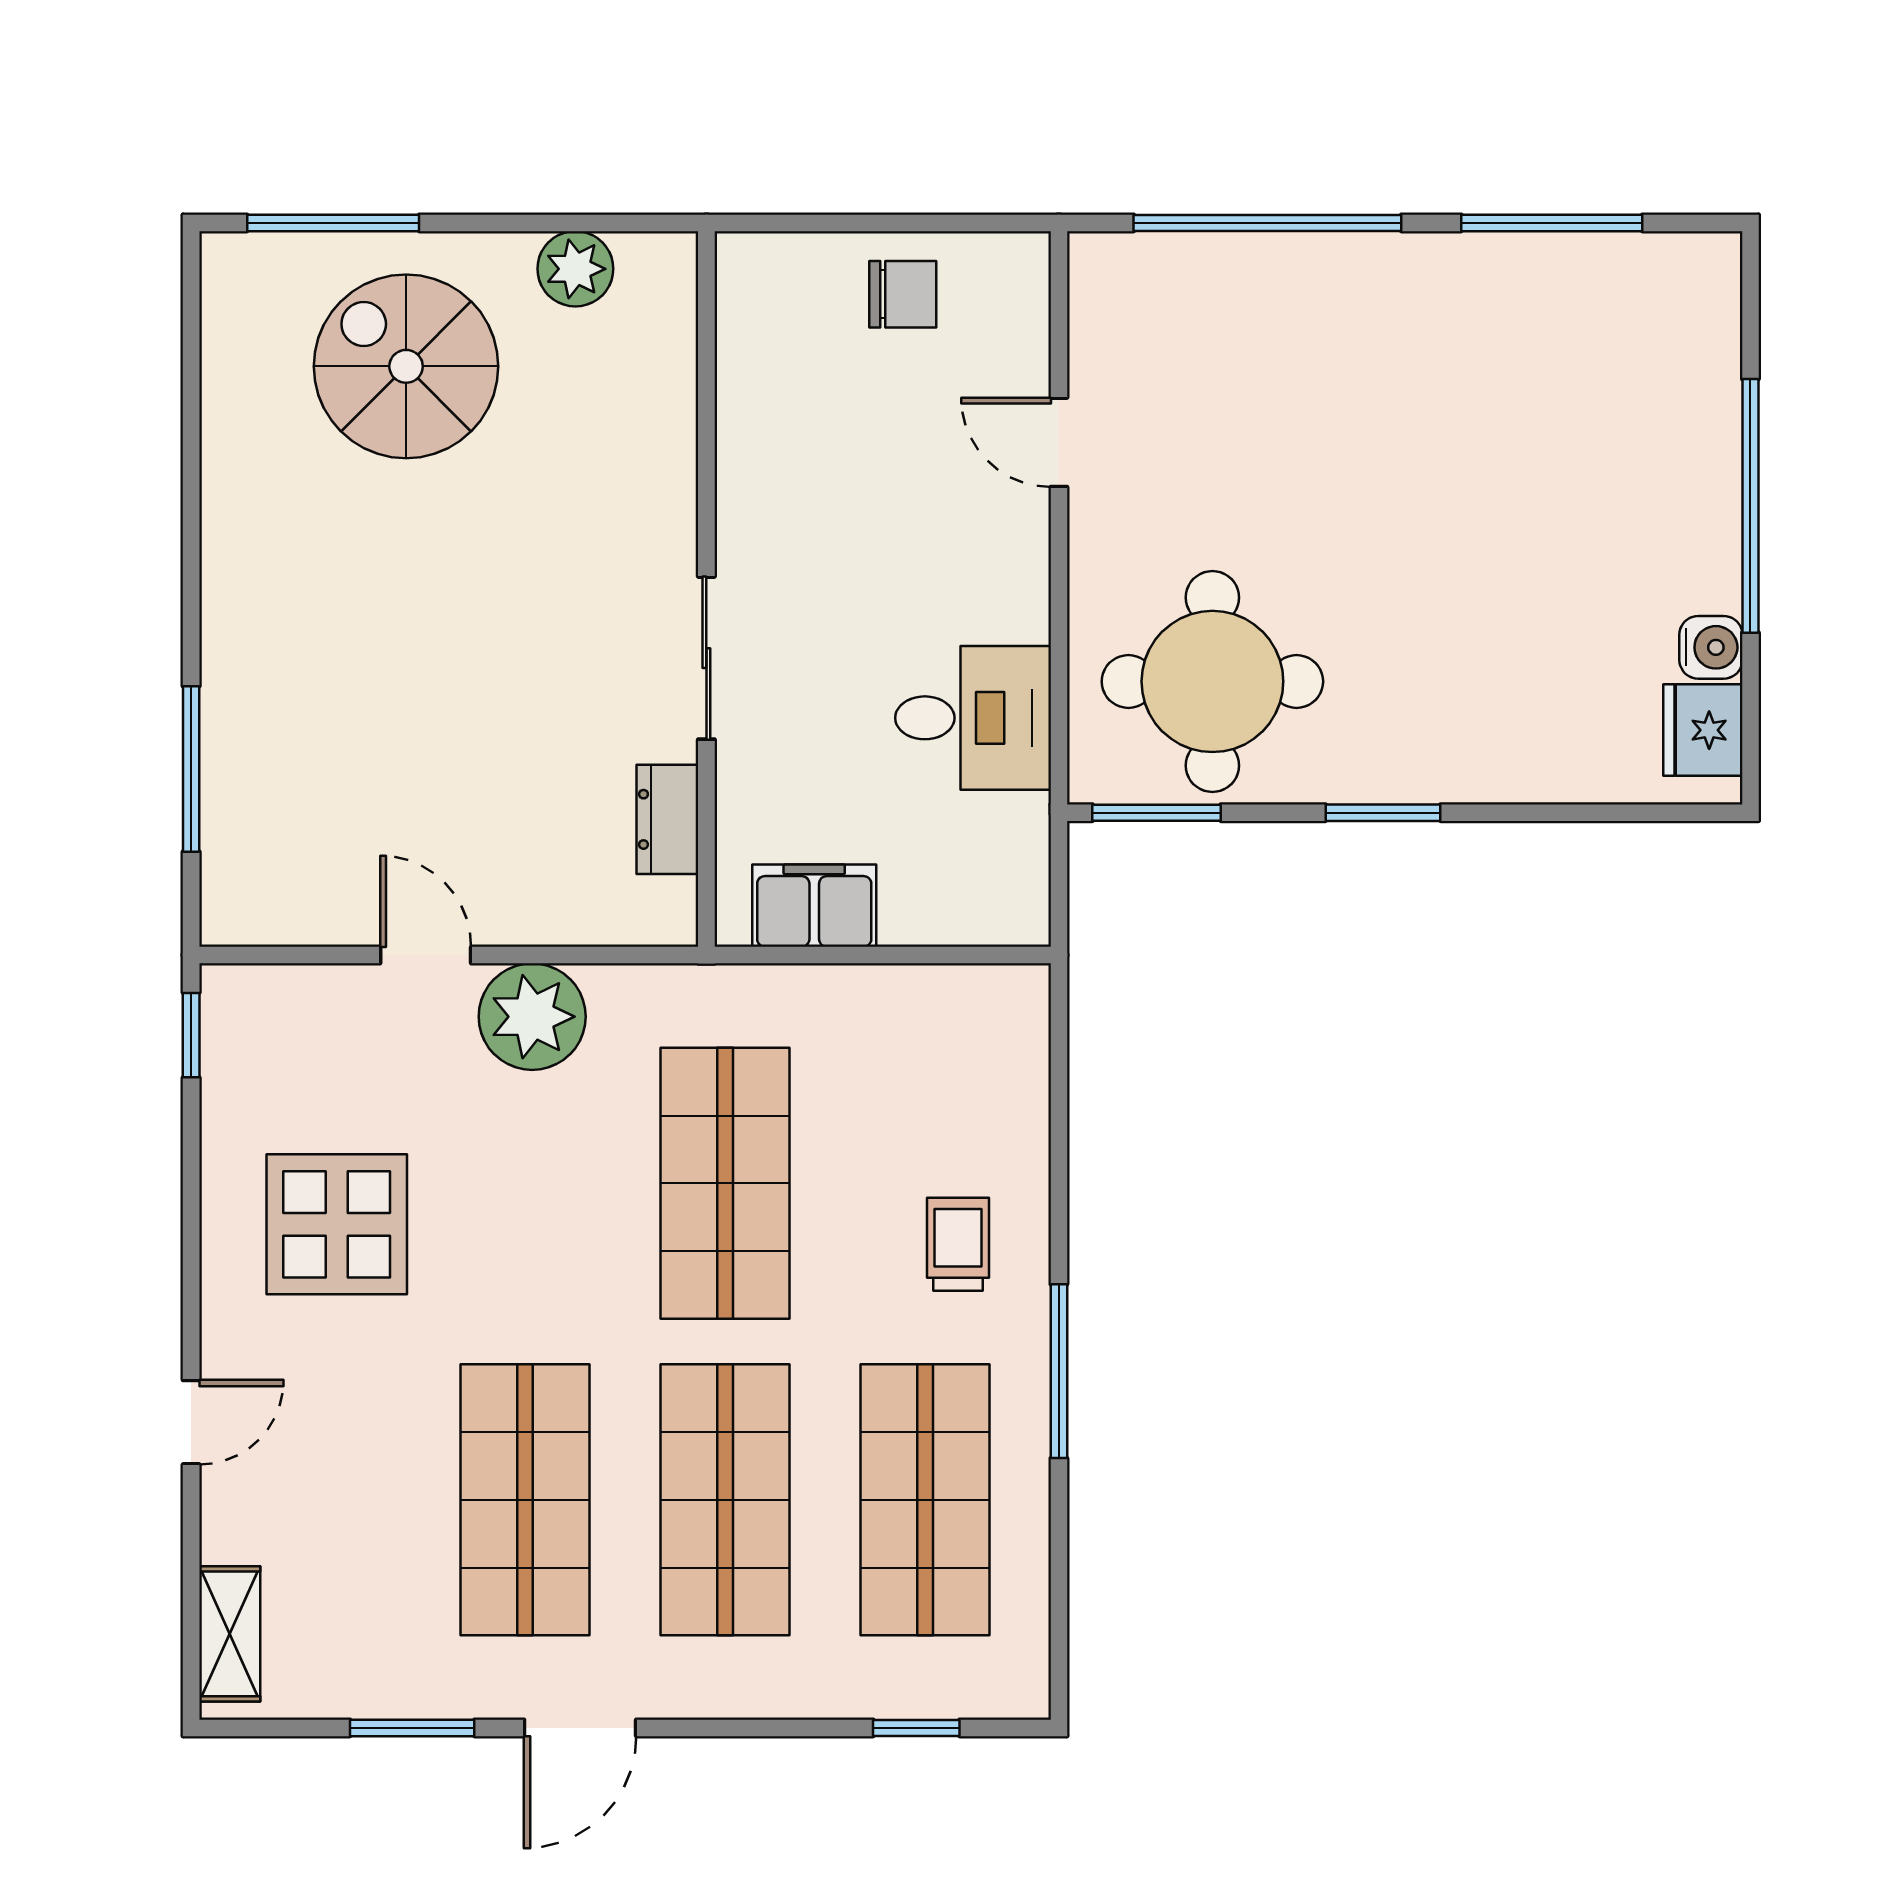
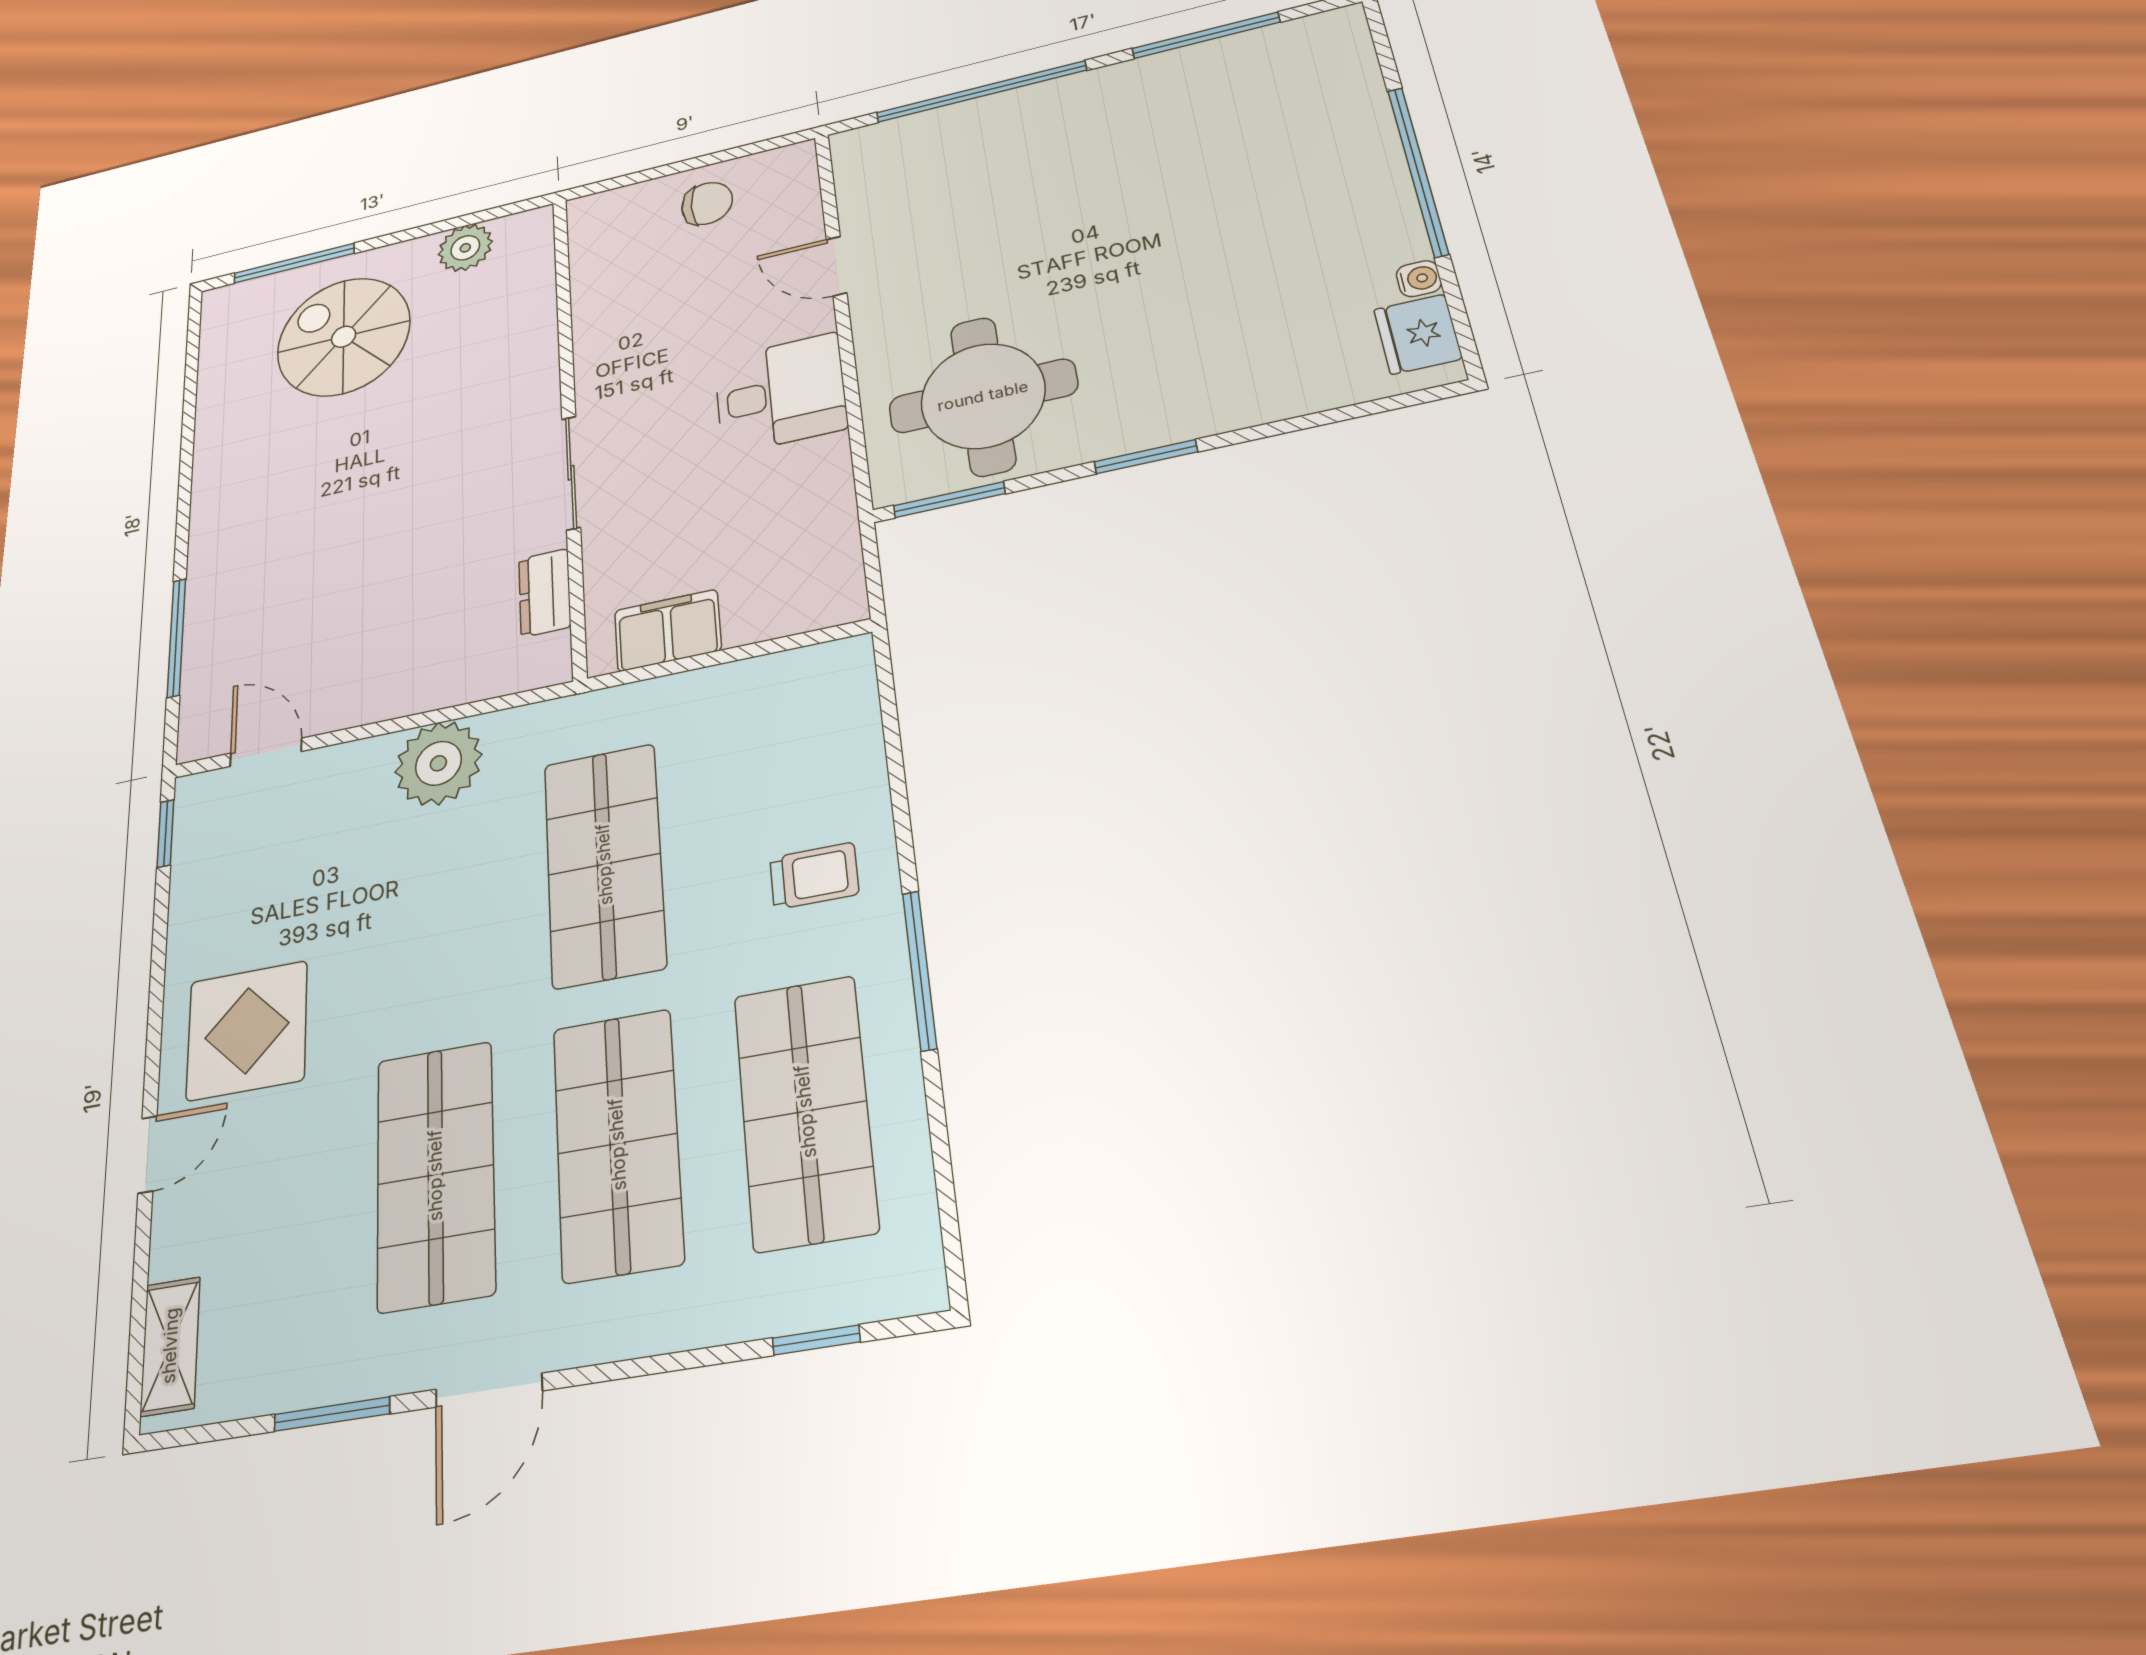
water cooler: (1711, 647) -> (1419, 279), width x0.72, depth x0.72
desk: (973, 718) -> (780, 394), moved
door: (426, 955) -> (266, 752), moved
display table: (337, 1224) -> (247, 1031), moved
trolley: (958, 1244) -> (814, 876), turned 90

